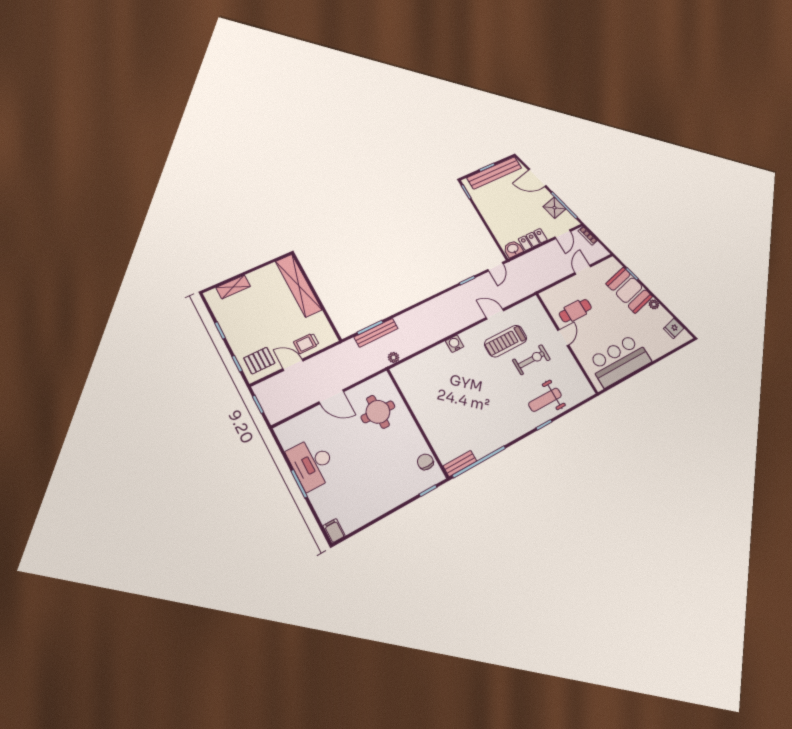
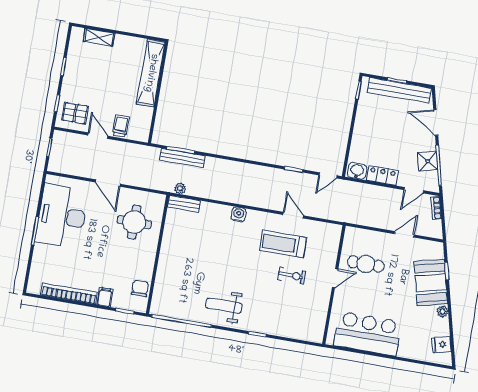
trolley: (306, 343) -> (121, 126), turned 90
exercise bike: (531, 360) -> (292, 275), width x0.73, depth x0.72
weight bench: (545, 400) -> (224, 306), moved
desk: (312, 463) -> (62, 216), width x1.36, depth x1.30
bench: (460, 464) -> (184, 204), moved
bookcase: (370, 514) -> (69, 294), added
filing cabinet: (334, 531) -> (105, 297), moved

